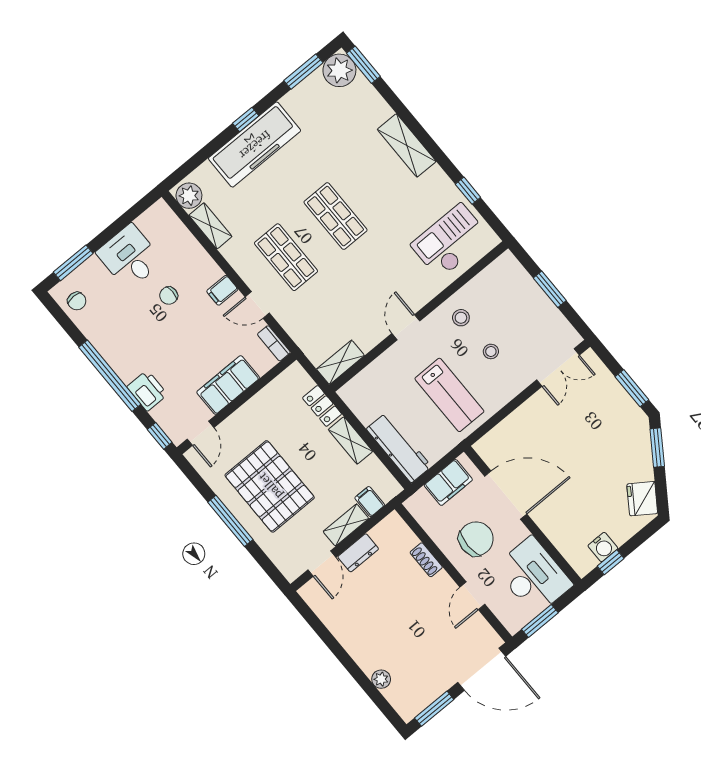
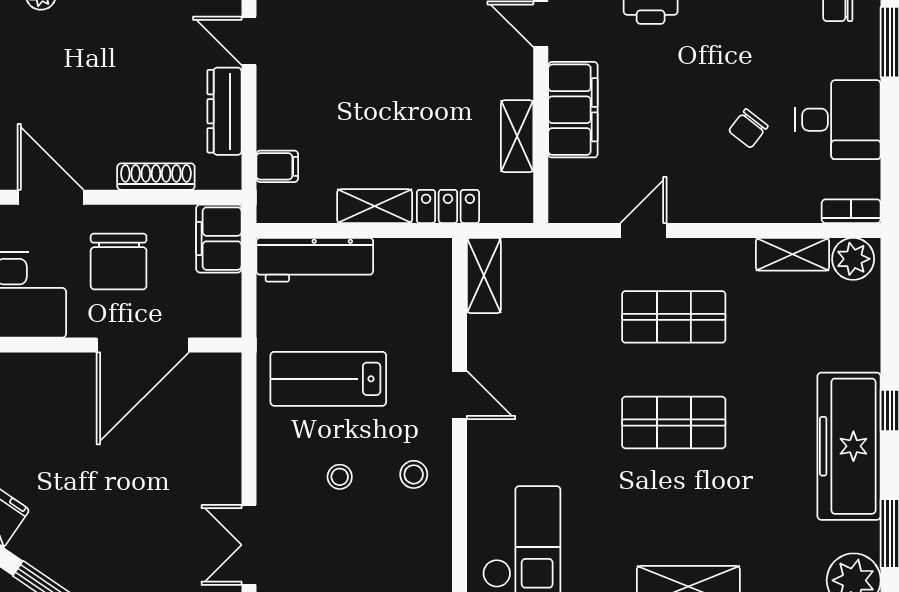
freezer: (255, 145) -> (849, 446), moved
filing cabinet: (222, 290) -> (699, 202), removed
chair: (169, 296) -> (748, 128), turned -142
bookcase: (274, 343) -> (851, 211), moved
filing cabinet: (448, 482) -> (219, 239), moved
pallet: (270, 486) -> (401, 56), removed
shelving: (346, 525) -> (517, 136), moved
dresser: (358, 553) -> (224, 111), width x1.44
shoe rack: (426, 560) -> (156, 177), width x1.43
door: (472, 596) -> (51, 197), width x1.38

